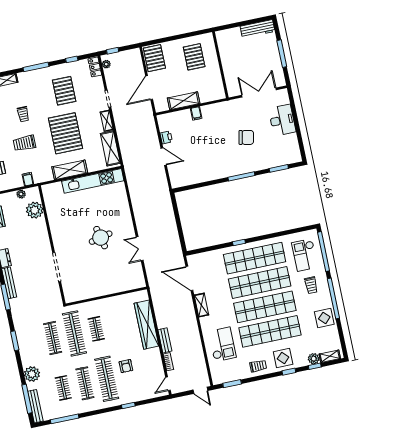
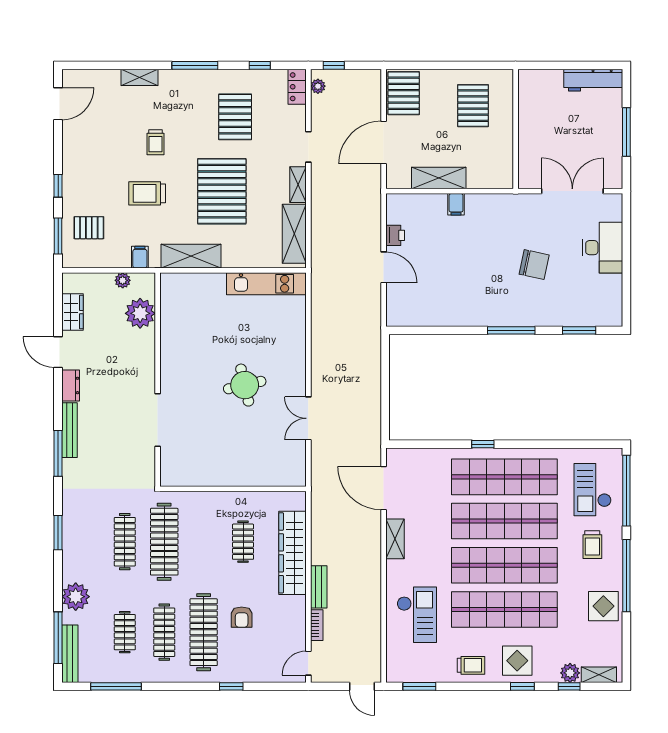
shelving: (70, 170) -> (191, 256), moved
kitchen unit: (93, 181) -> (266, 284), width x0.73
clothes rail: (96, 329) -> (243, 542), moved

